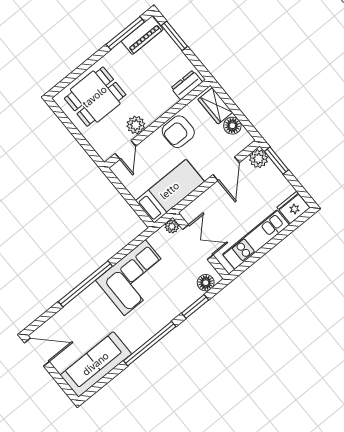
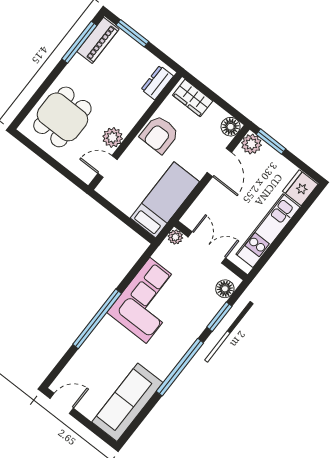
floor lamp: (232, 126) -> (231, 127), moved
door: (125, 150) -> (107, 167), swing flipped
door: (37, 352) -> (62, 403), width x0.73

